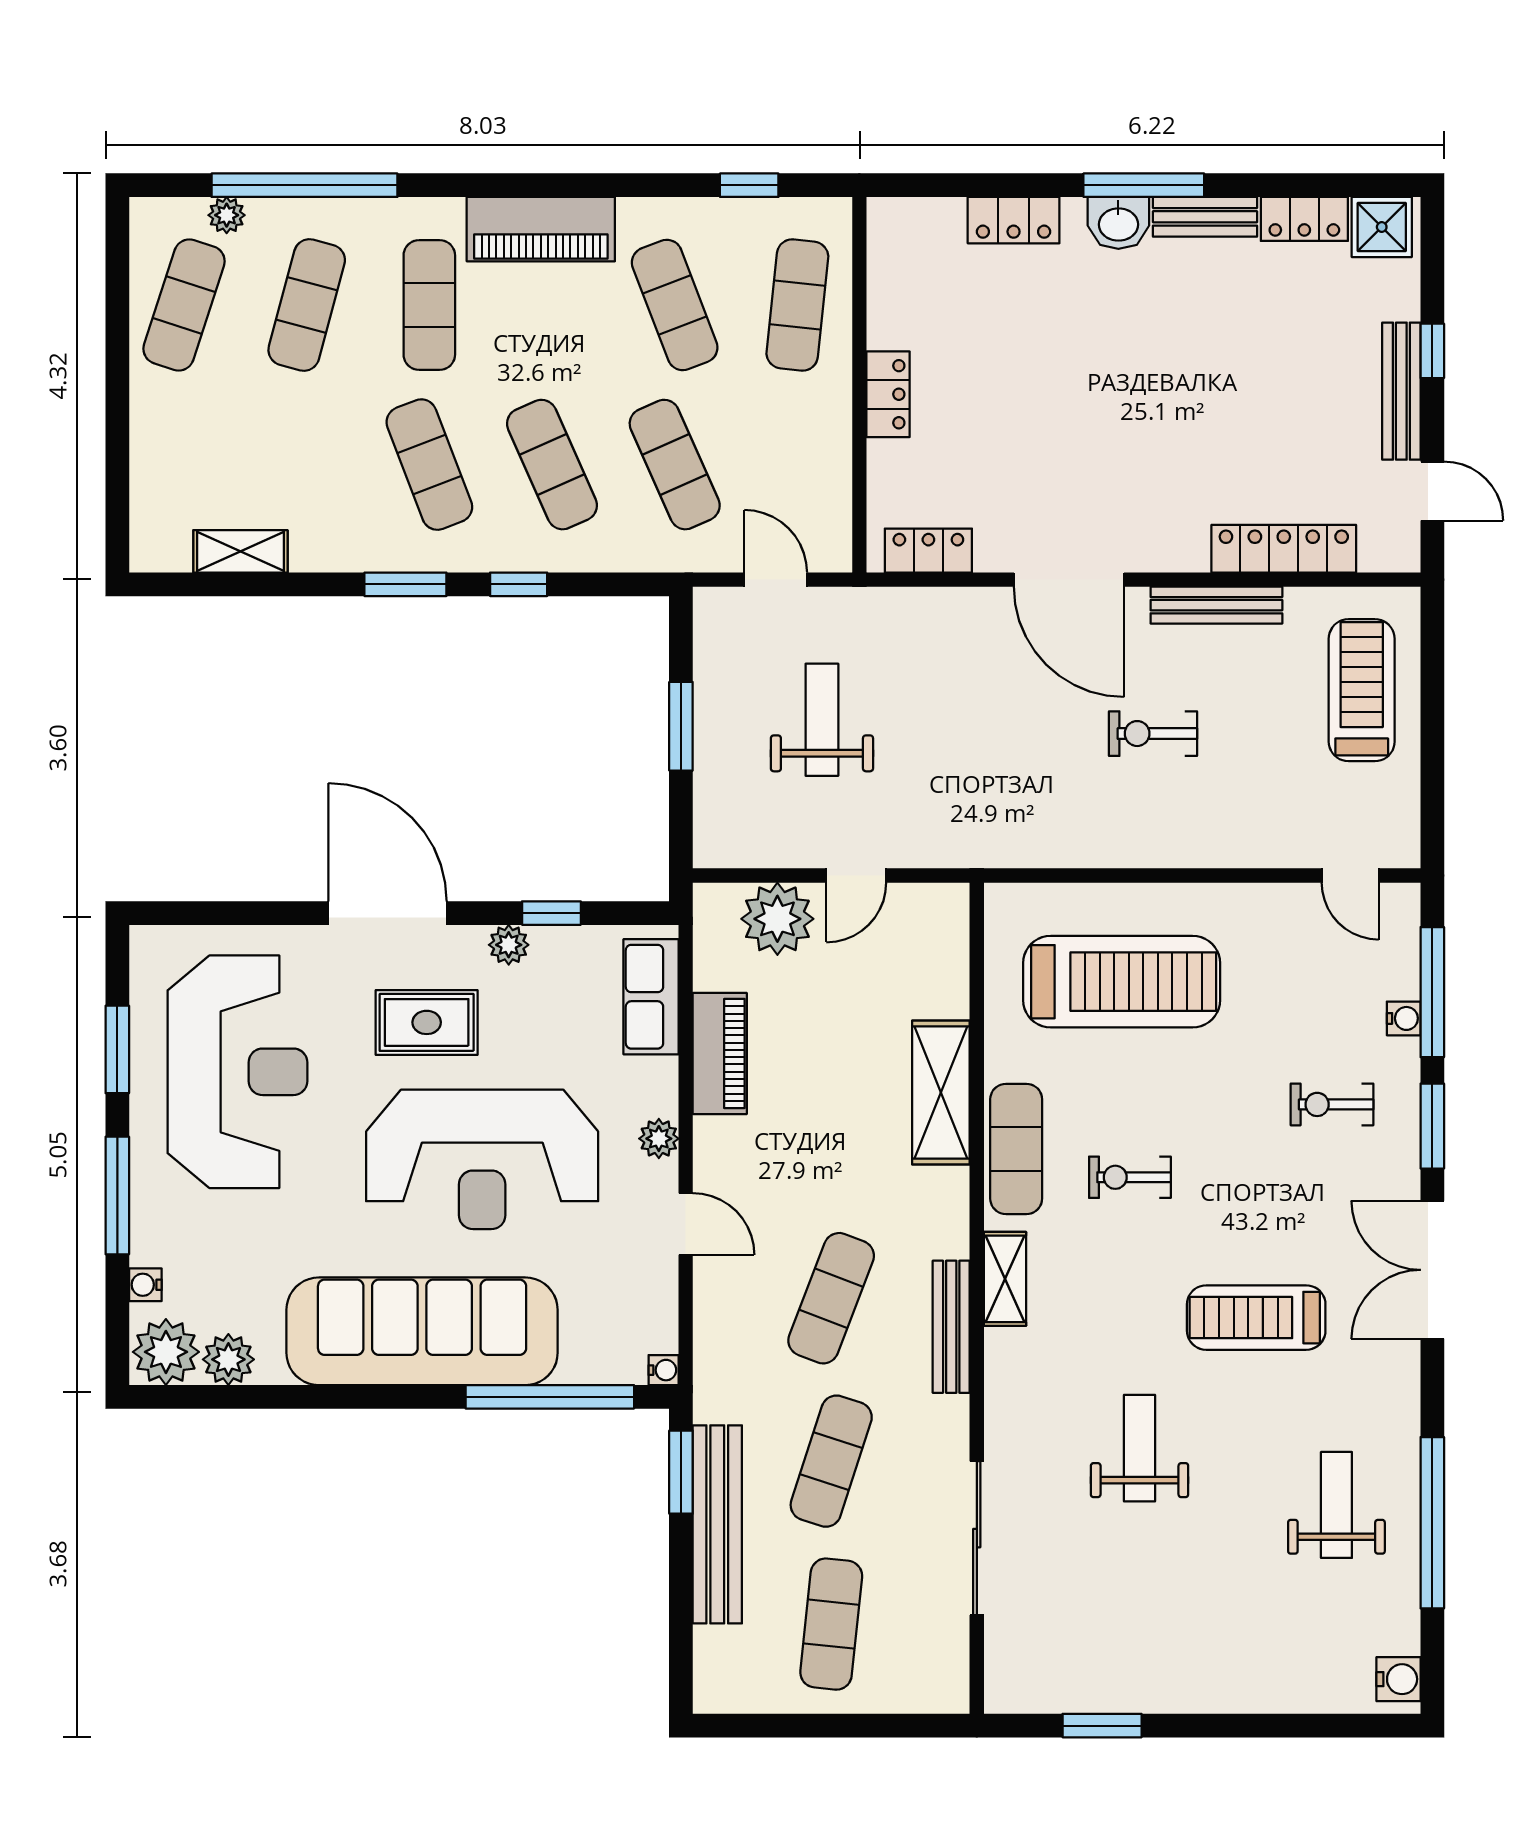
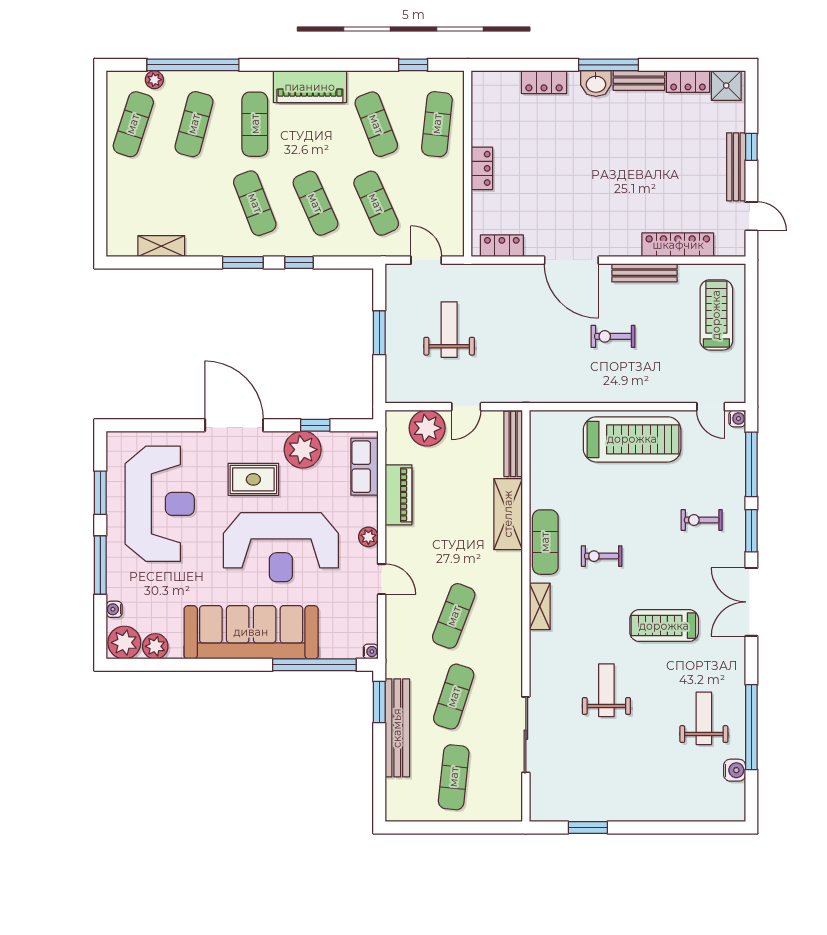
plant: (509, 945) -> (303, 450), width x1.88, depth x1.88
treadmill: (1122, 982) -> (632, 439), moved
water cooler: (1404, 1018) -> (737, 419), moved
bench: (951, 1327) -> (513, 444), moved
water cooler: (1398, 1679) -> (735, 770), moved

